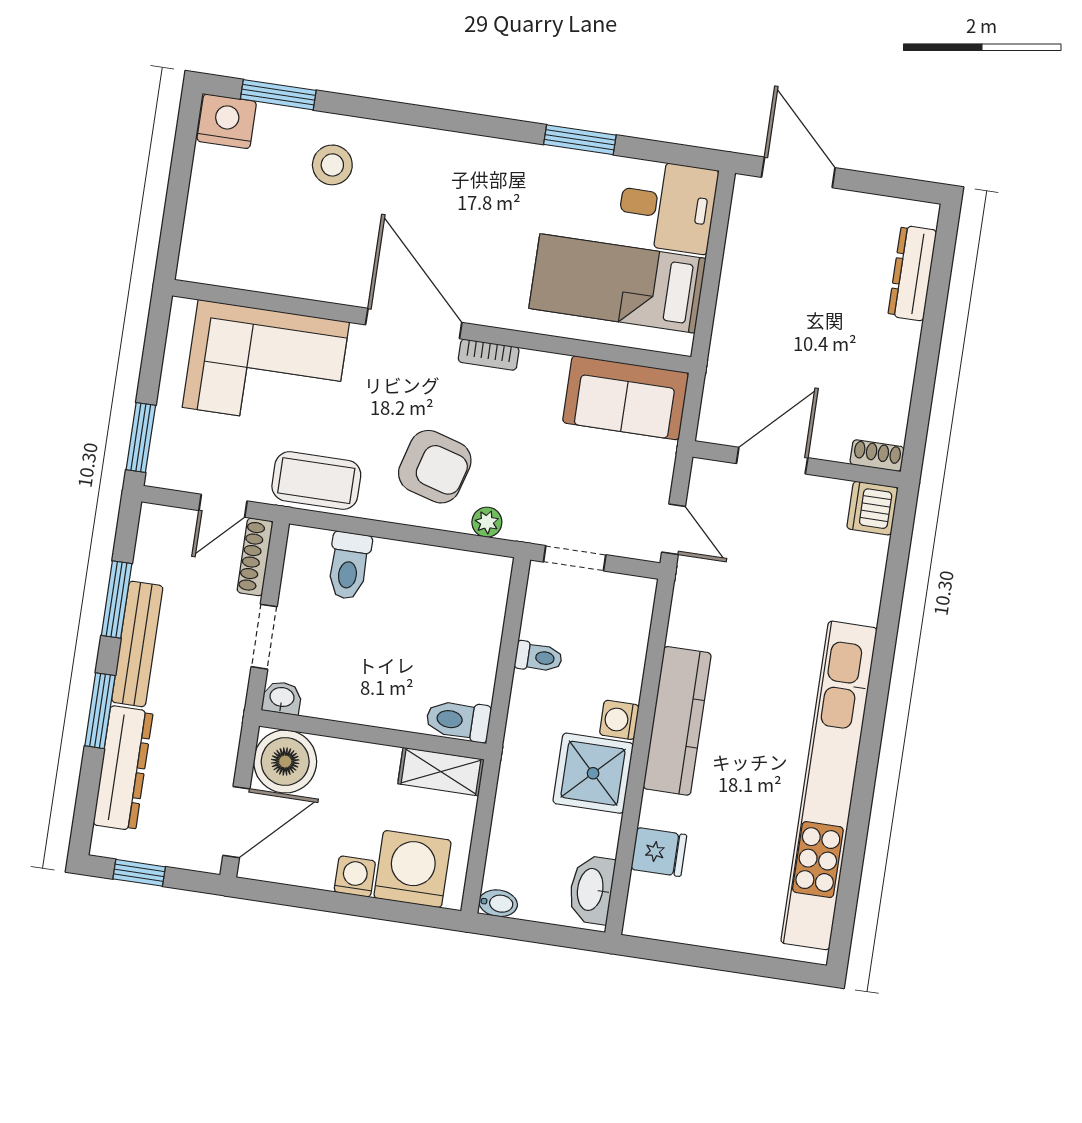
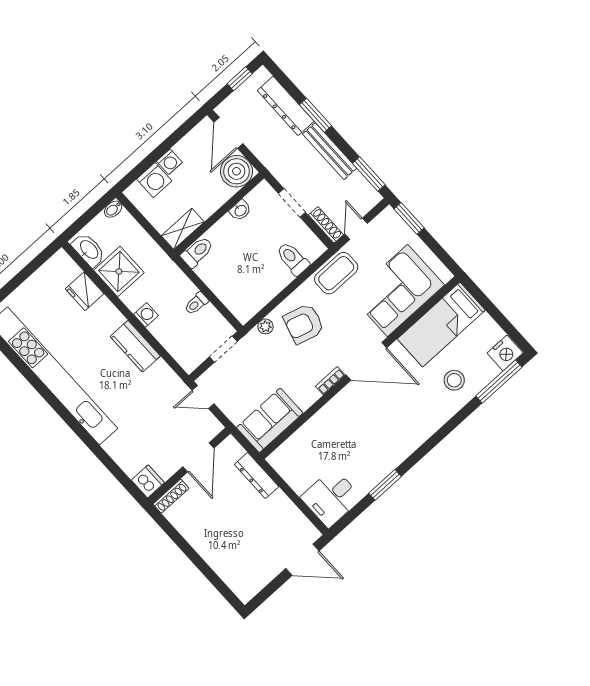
window: (278, 95) -> (499, 382), width x1.44
dresser: (912, 273) -> (257, 475), moved, turned 180
bed: (617, 283) -> (441, 324), moved, turned 180
shoe rack: (877, 456) -> (171, 496), width x1.43
window: (117, 600) -> (369, 174), moved
washbasin: (282, 698) -> (240, 210), moved
kitchen counter: (677, 721) -> (135, 346), width x0.67
shower: (593, 773) -> (119, 271), moved
fridge: (659, 852) -> (85, 291), width x1.38
washing machine: (412, 869) -> (154, 180), width x0.73, depth x0.73

